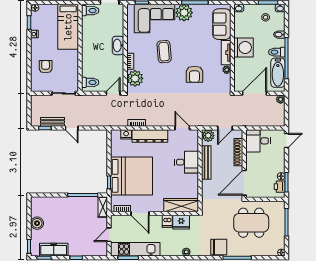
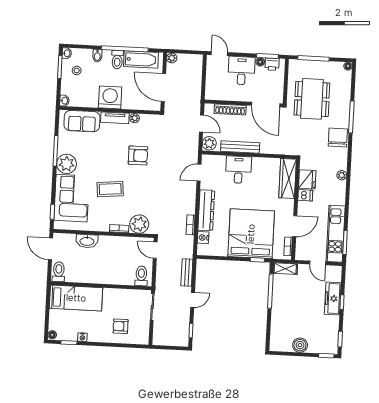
washbasin: (118, 45) -> (87, 241), moved
bench: (53, 122) -> (187, 272), moved
desk: (258, 141) -> (241, 71), moved, turned 180
freezer: (54, 250) -> (333, 298), moved

